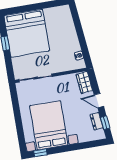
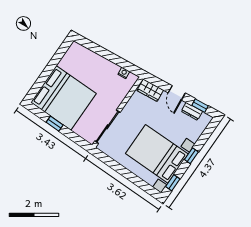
door: (99, 101) -> (177, 93), hinge flipped
window: (69, 148) -> (191, 156), added

